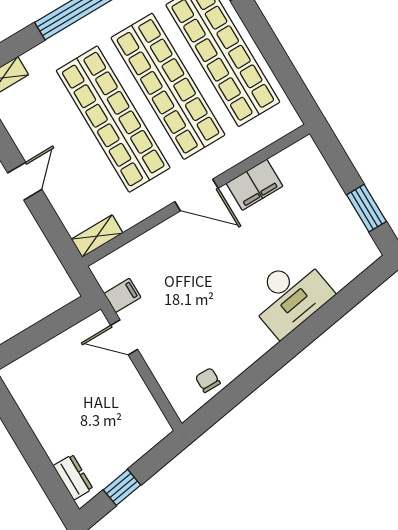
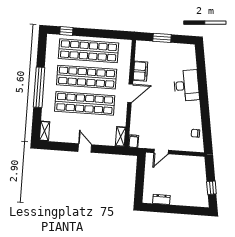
window: (366, 208) -> (162, 38), moved
filing cabinet: (122, 295) -> (133, 141), moved
dresser: (73, 477) -> (161, 199), moved

